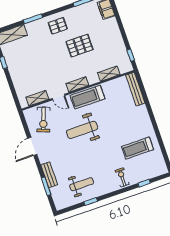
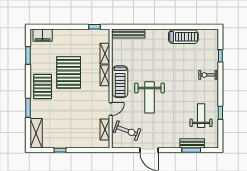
pallet: (58, 26) -> (43, 87), width x1.50, depth x1.42
pallet: (80, 46) -> (69, 72), width x1.37, depth x1.41
shelving: (77, 84) -> (105, 75), moved
treadmill: (138, 148) -> (183, 37), moved, turned -90
bench: (49, 175) -> (192, 143), moved

